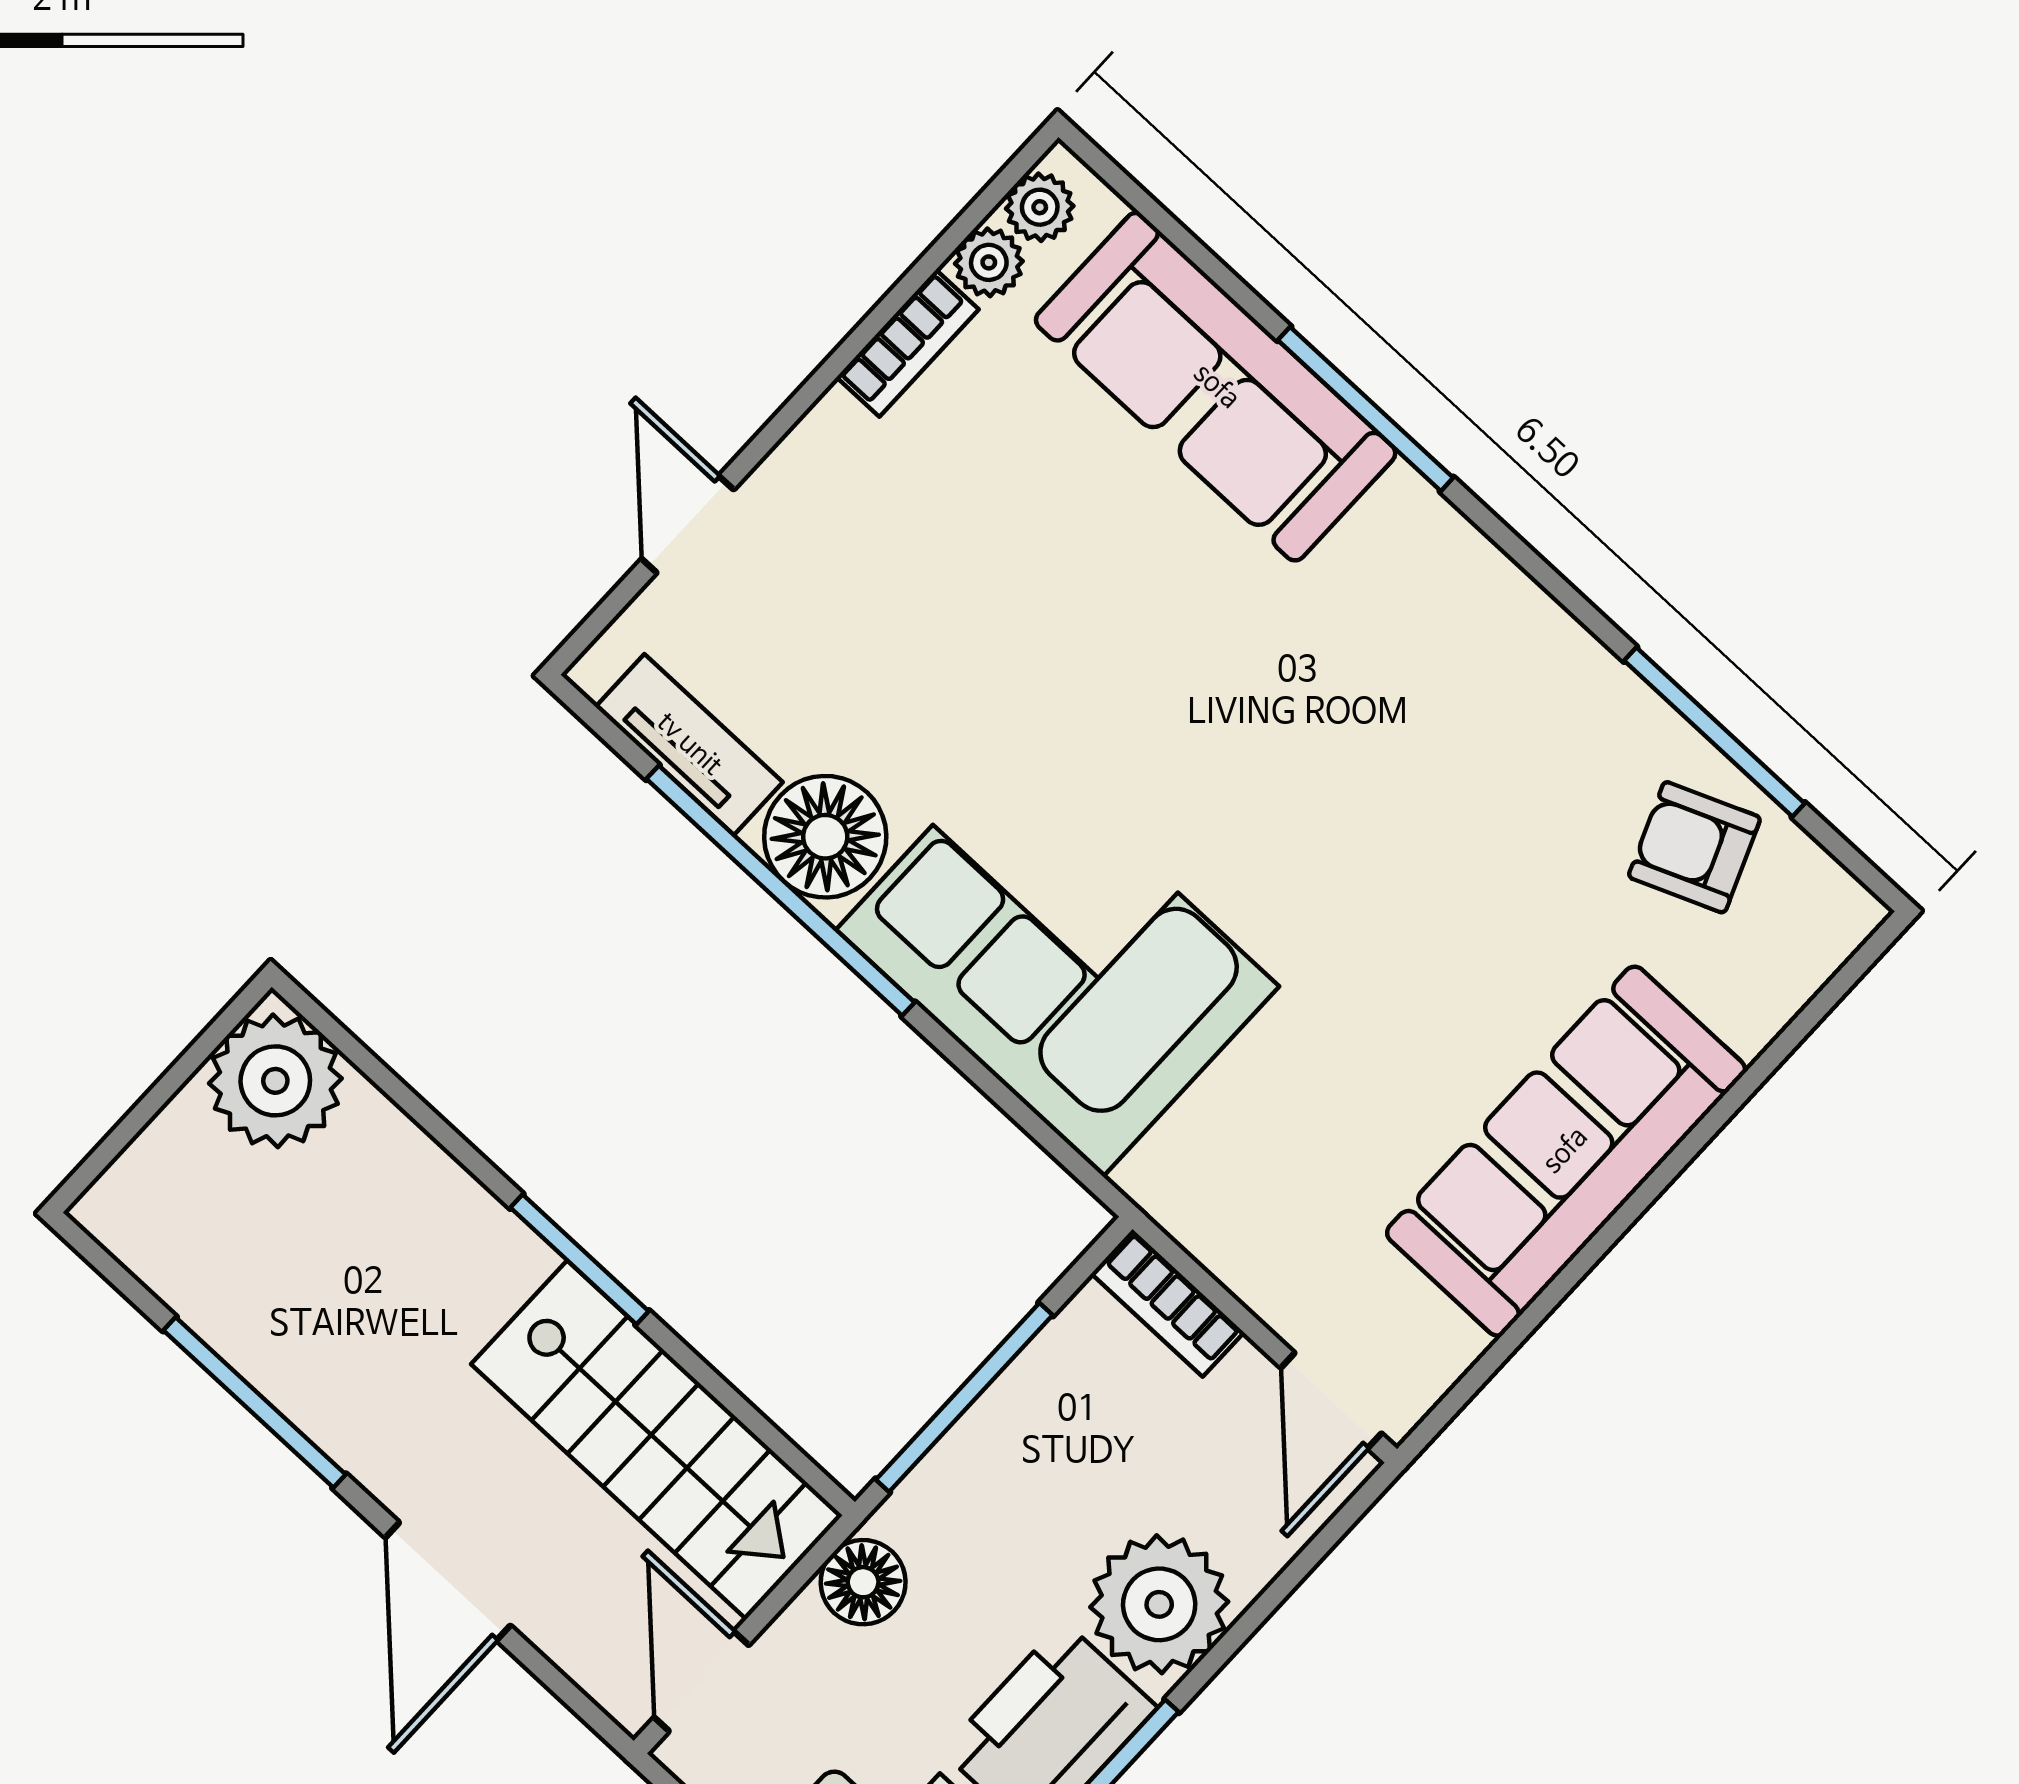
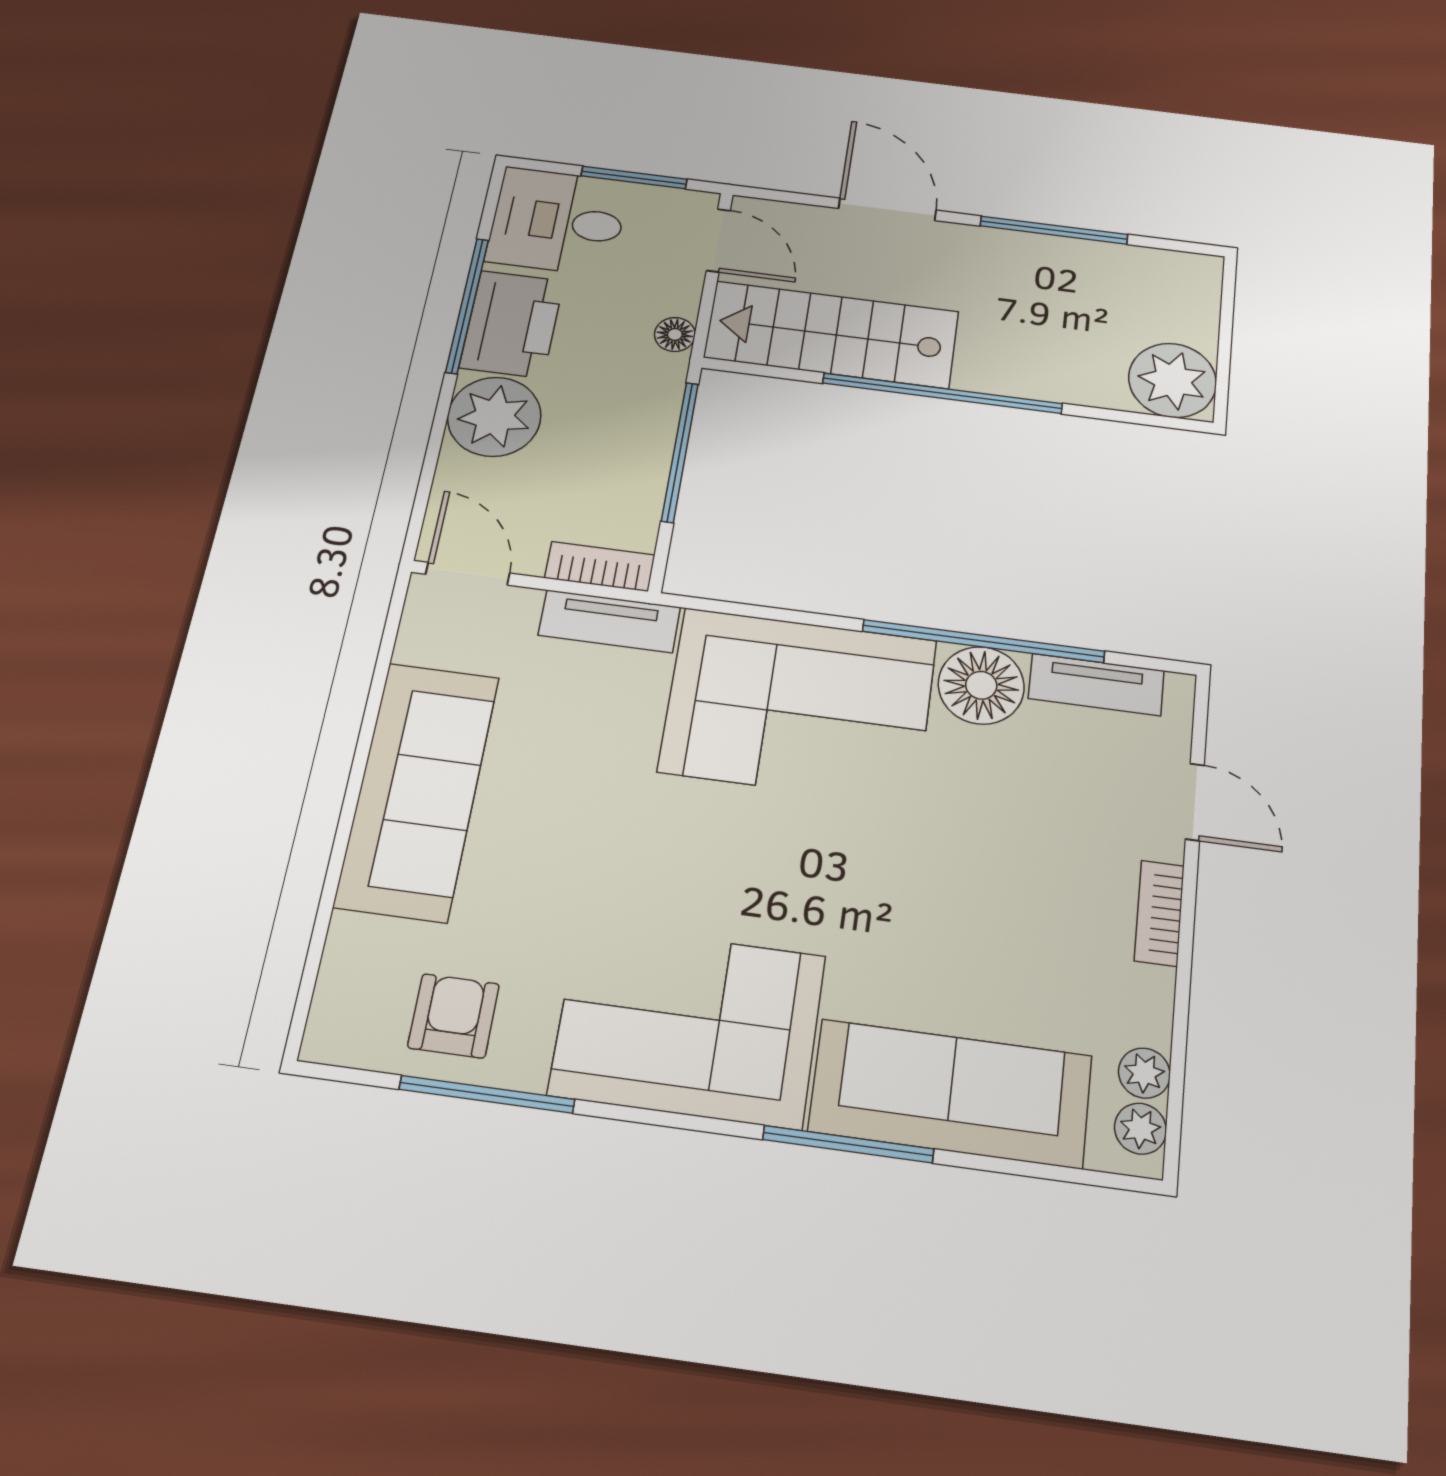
bookcase: (908, 343) -> (1159, 913), moved
corner sofa: (1447, 660) -> (688, 1025), added
armchair: (1694, 847) -> (454, 1016), turned -68
tv unit: (1205, 1221) -> (609, 621), added
window: (579, 1259) -> (942, 393), width x2.11
floor lamp: (863, 1582) -> (675, 334), width x0.73, depth x0.73

